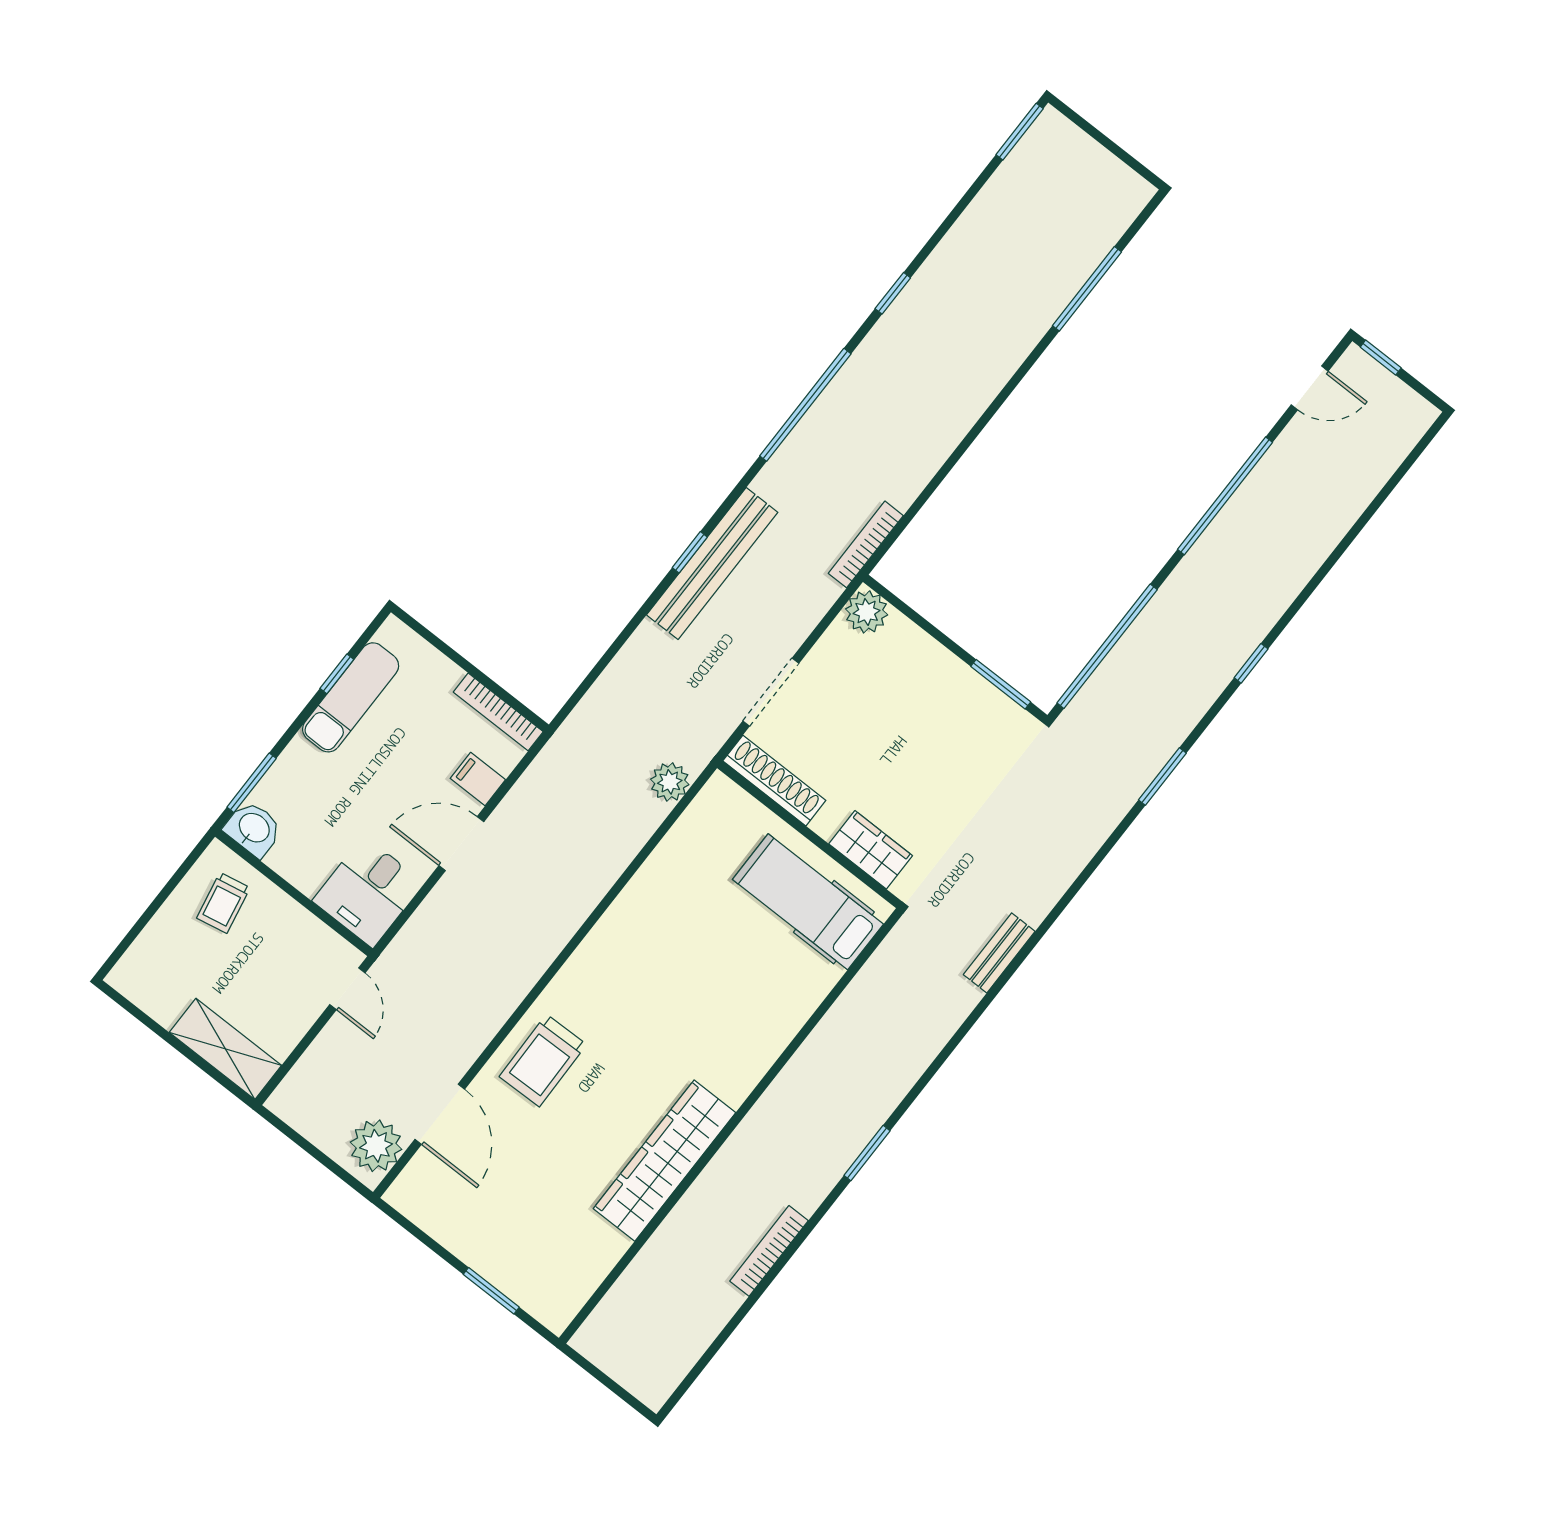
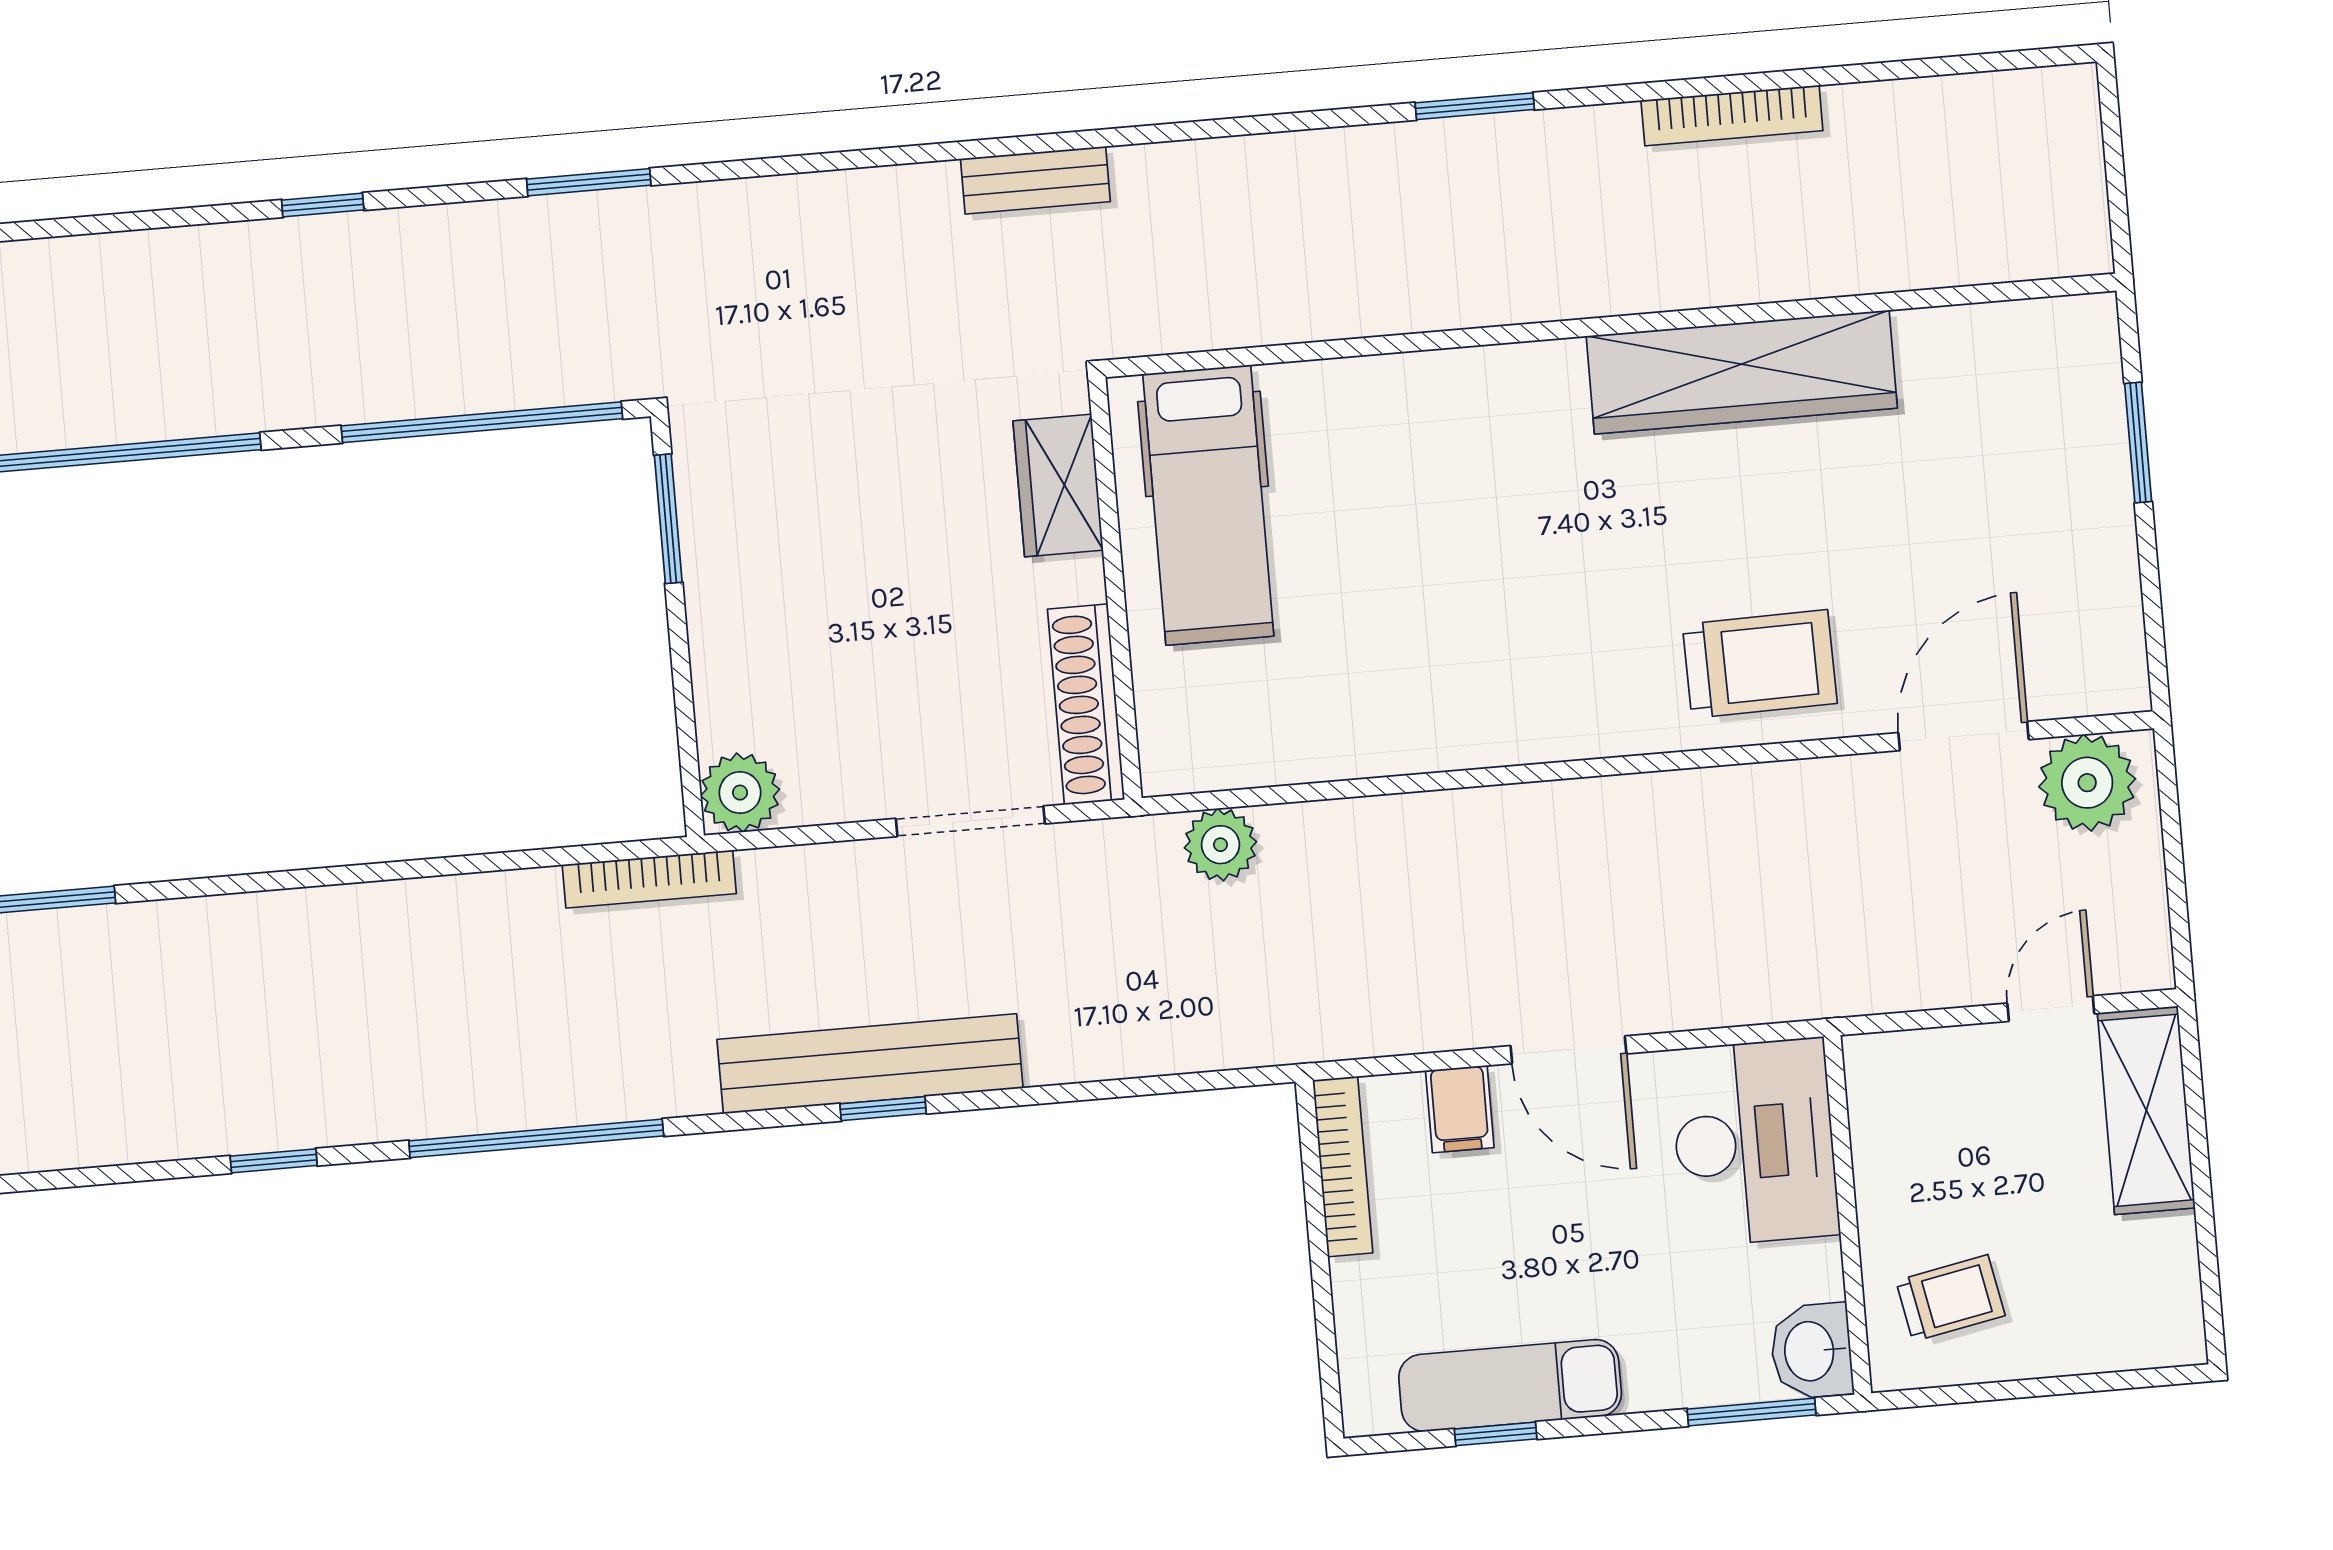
desk: (368, 892) -> (1754, 1142), width x1.37
door: (347, 989) -> (2051, 1008), moved

